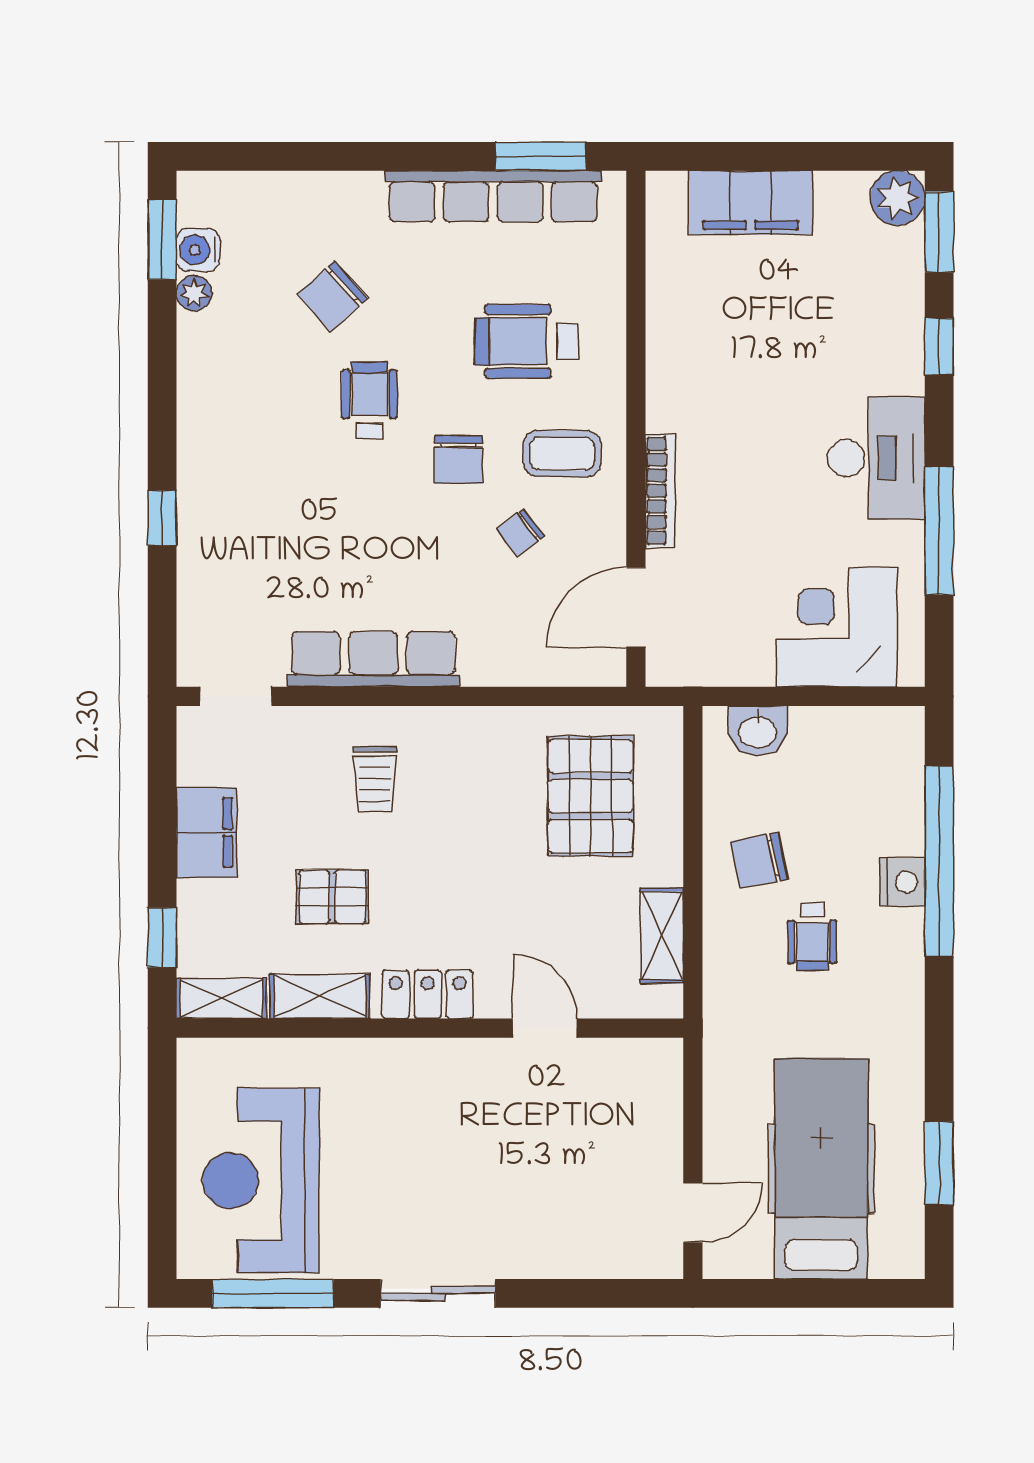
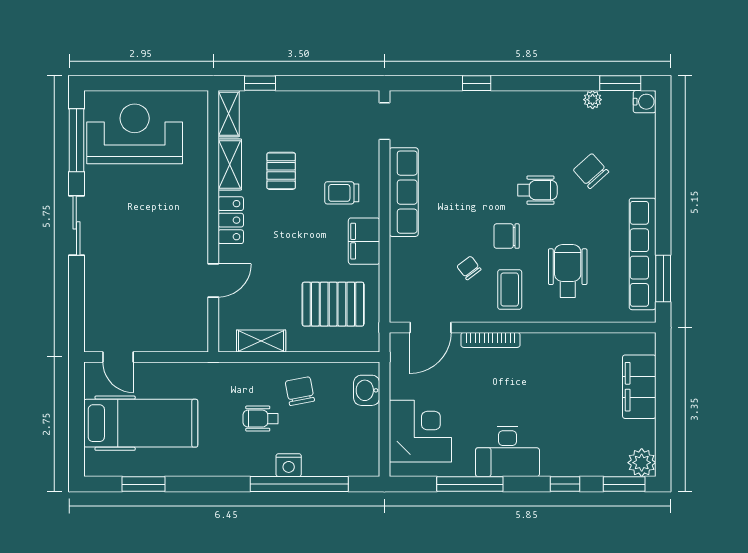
water cooler: (198, 250) -> (645, 102), moved, turned 90
door: (636, 607) -> (430, 328), swing flipped
filing cabinet: (206, 833) -> (364, 241), moved, turned 90

